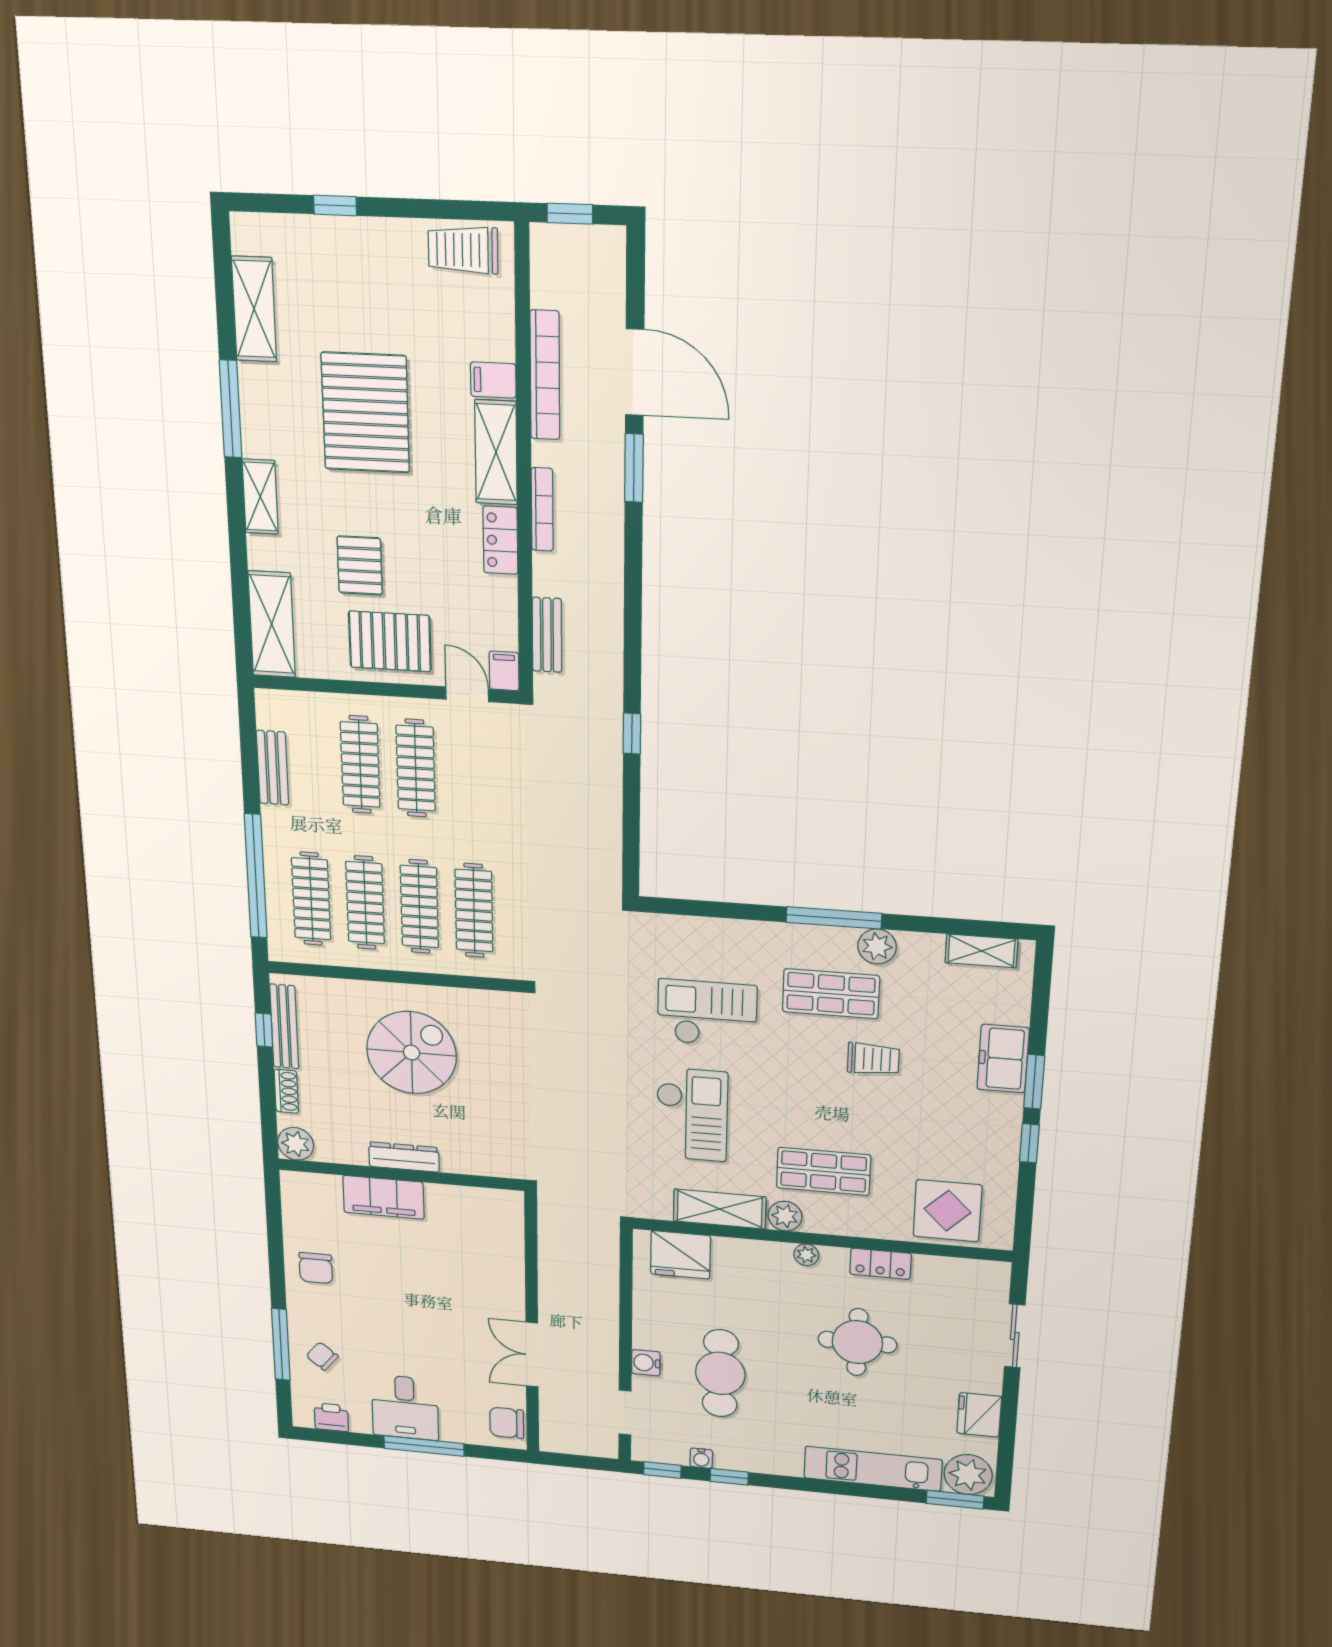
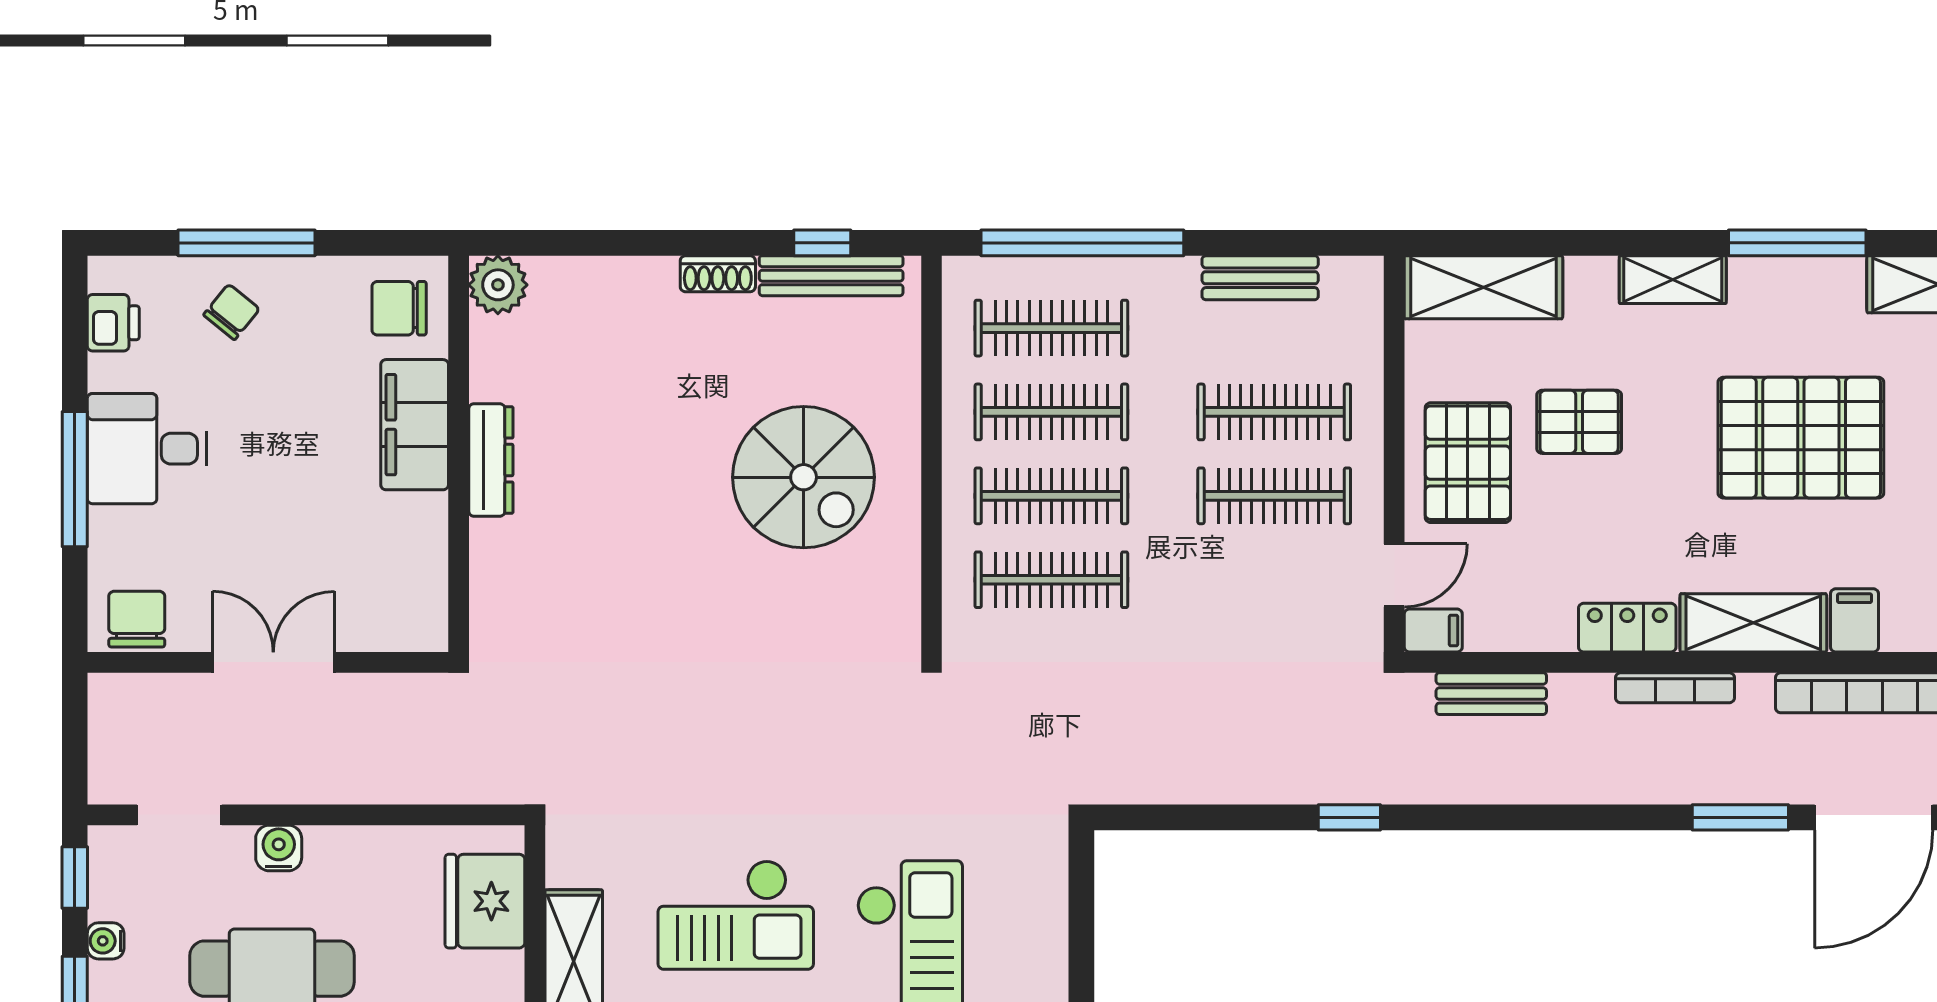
plant: (296, 1144) -> (498, 285), moved
dresser: (404, 1157) -> (491, 460), moved
wall: (401, 1175) -> (459, 454), moved
filing cabinet: (383, 1197) -> (415, 425), moved

